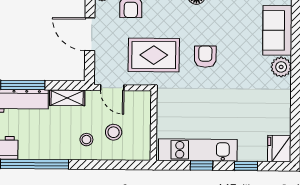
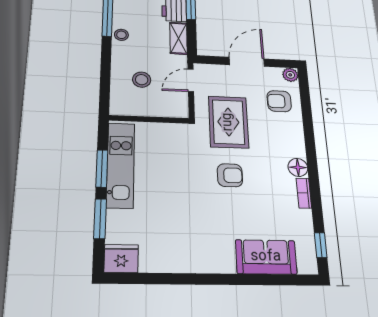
plant: (281, 67) -> (222, 261), removed
stool: (86, 140) -> (121, 35), moved
window: (201, 166) -> (102, 168), width x1.50
window: (246, 166) -> (100, 219), width x1.50

